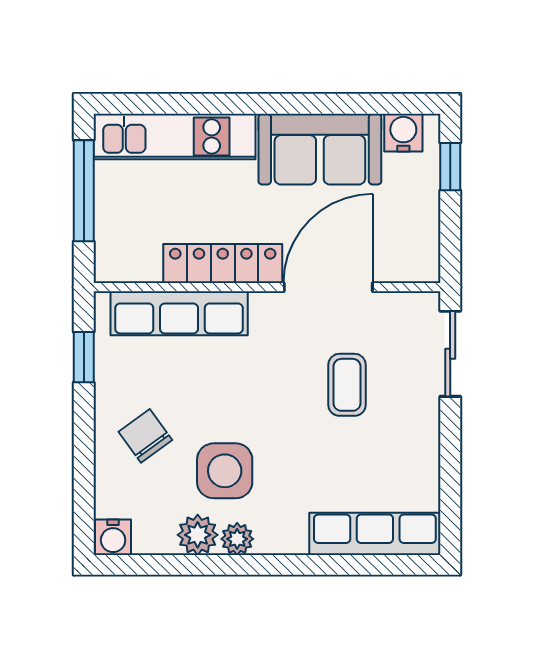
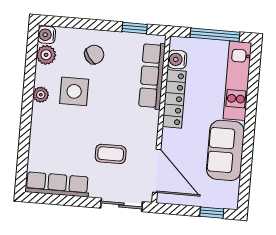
water cooler: (403, 133) -> (177, 60), moved, turned 180
door: (328, 287) -> (157, 171), moved
row of seats: (375, 534) -> (57, 184), moved, turned -90
plant: (198, 535) -> (46, 55), moved

